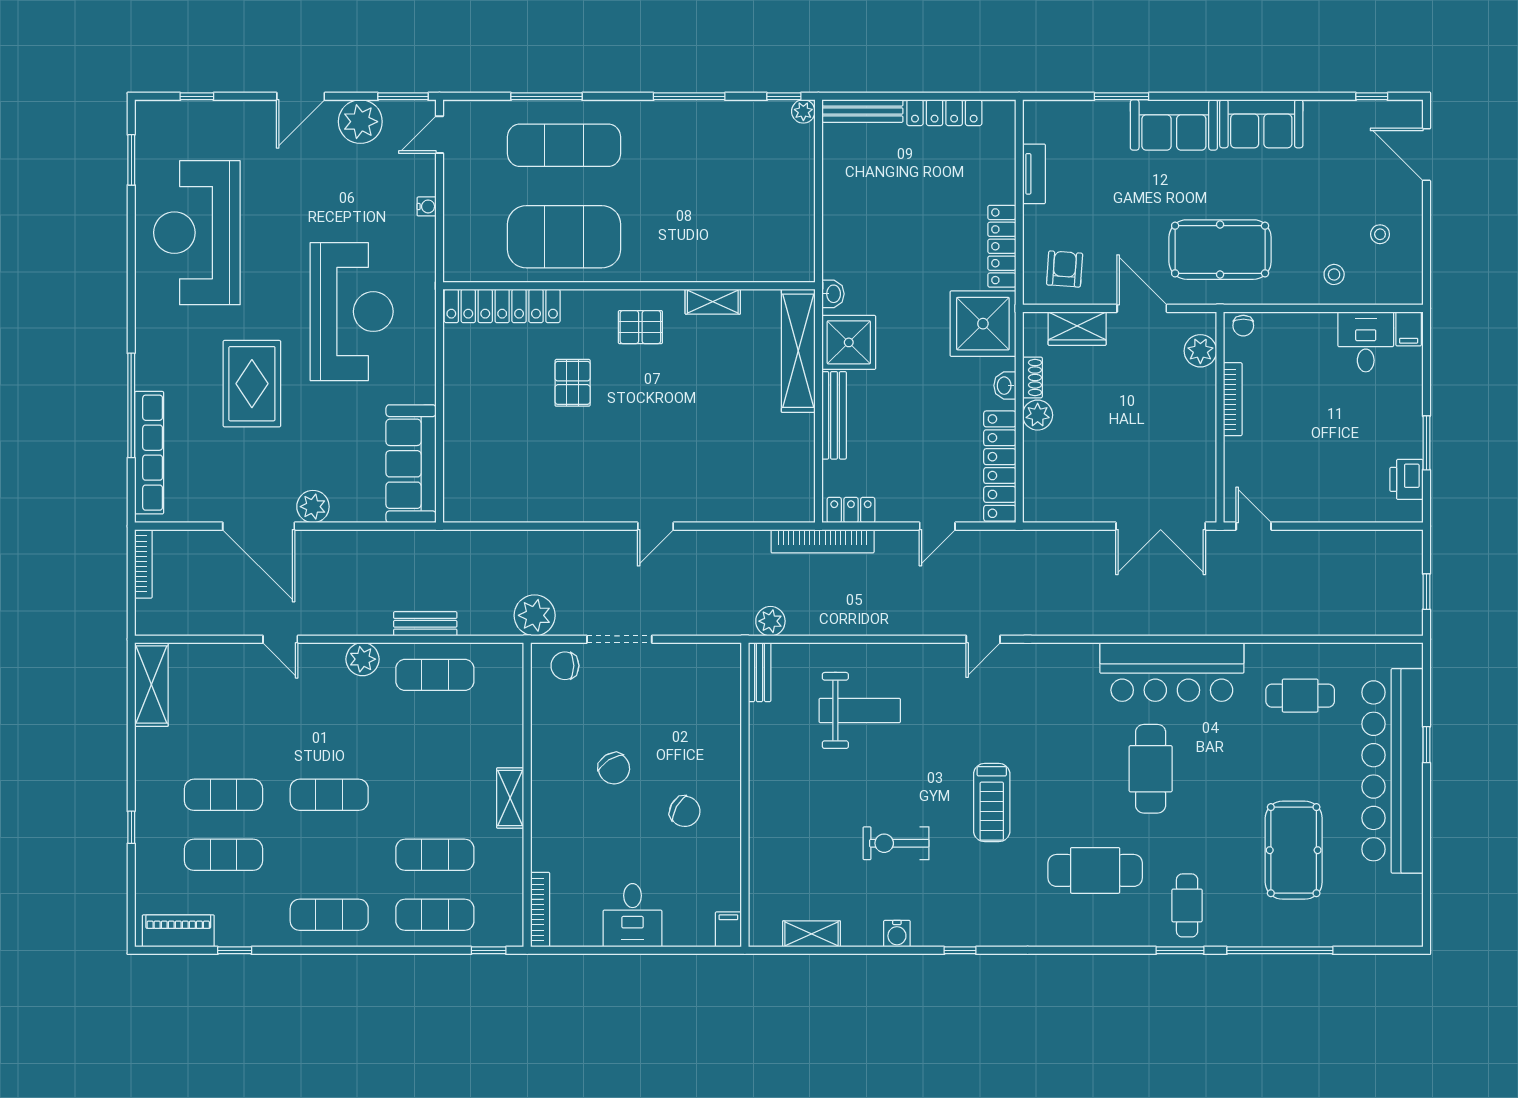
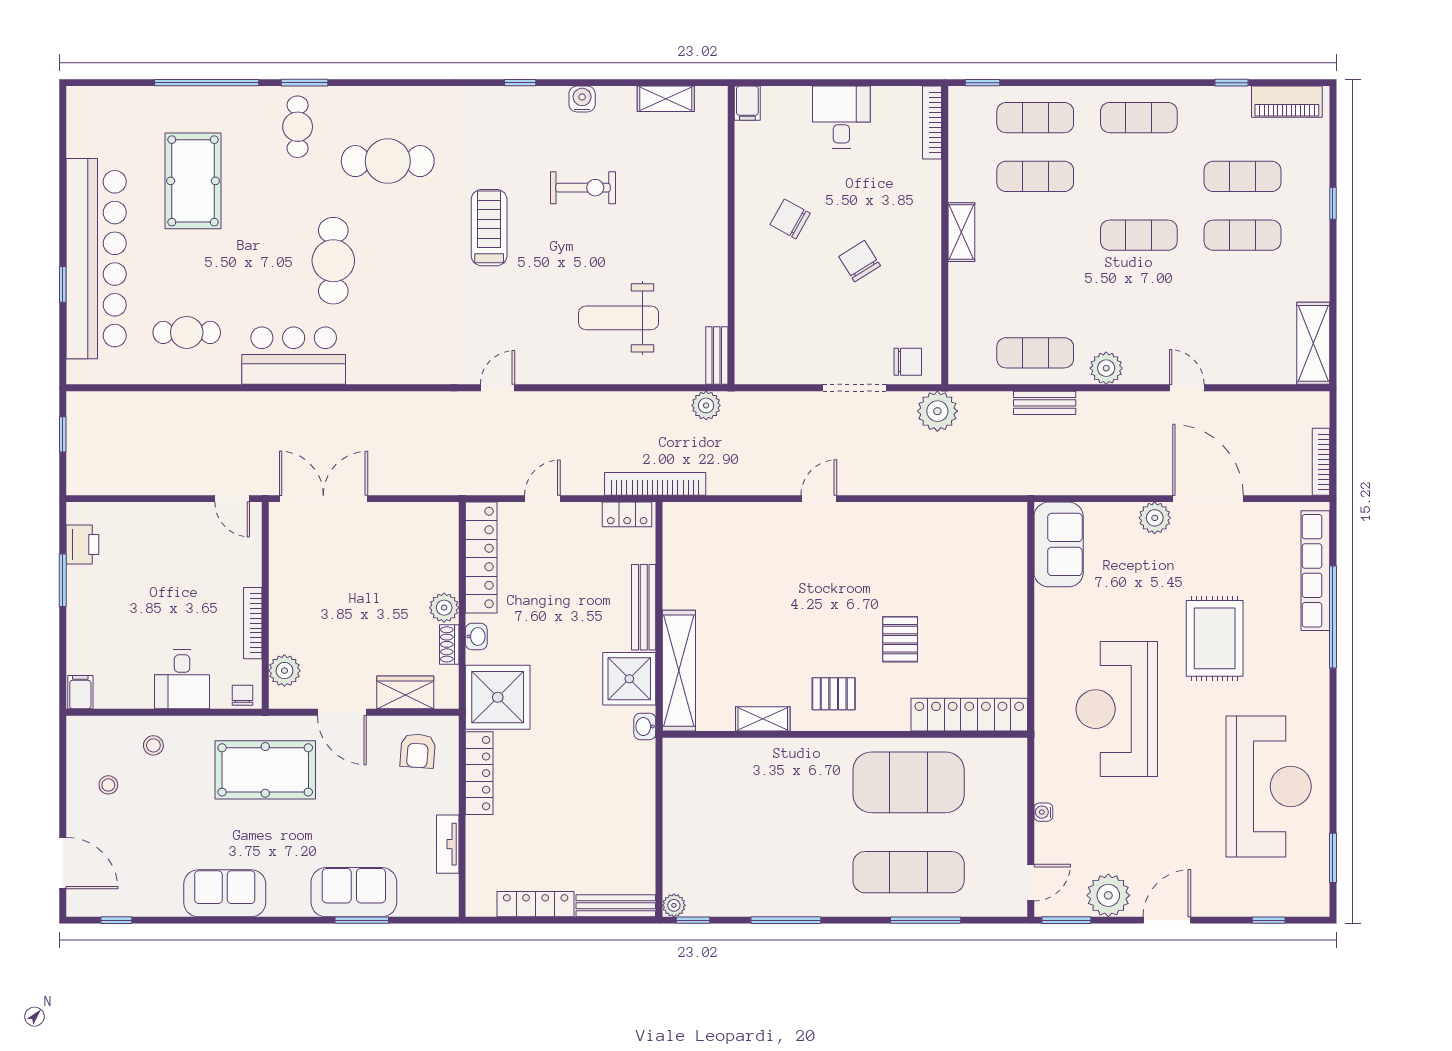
sofa: (1174, 125) -> (354, 892), moved
desk: (1366, 342) -> (182, 679), moved
sofa: (411, 464) -> (1059, 544), width x0.73
bar counter: (1172, 672) -> (294, 356), width x0.73

